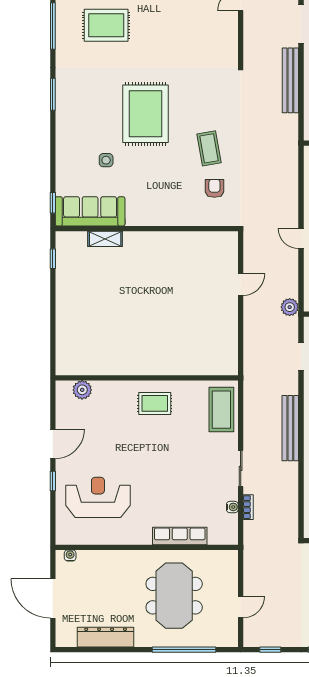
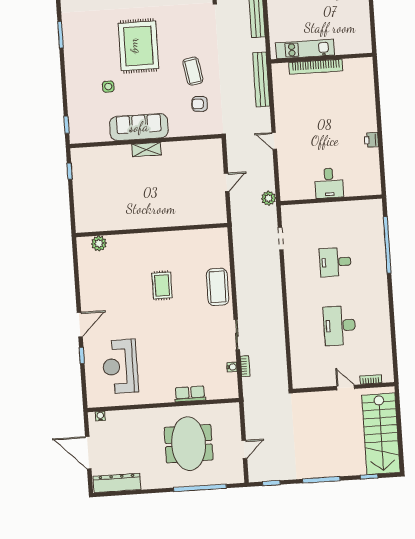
armchair: (214, 188) -> (200, 104), turned -88
sofa: (90, 211) -> (139, 127), moved
shelving: (105, 239) -> (147, 150), moved
wall: (147, 378) -> (152, 230), moved
plant: (82, 390) -> (99, 243), moved
rug: (155, 403) -> (162, 285), turned 90
bench: (290, 428) -> (261, 79), moved
reception desk: (98, 497) -> (120, 366), turned -90
row of seats: (180, 536) -> (190, 394), width x0.68
dresser: (106, 637) -> (117, 483), moved

